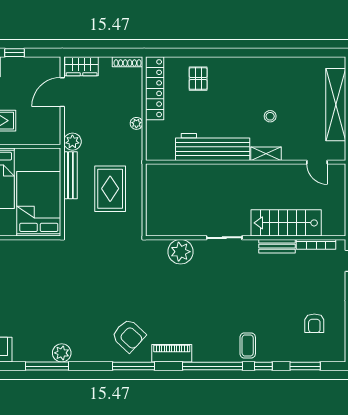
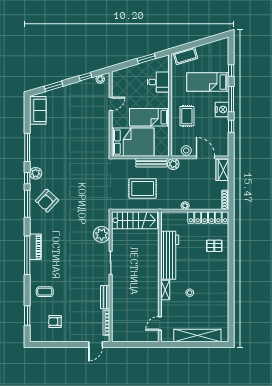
stool: (52, 122) -> (186, 150), added
stairs: (286, 223) -> (134, 220), moved, turned 90
coffee table: (248, 345) -> (45, 292), moved
plant: (62, 353) -> (36, 173), moved
piano: (172, 353) -> (35, 247), moved
window: (263, 366) -> (27, 178), moved

